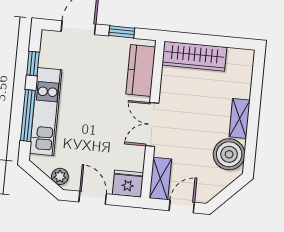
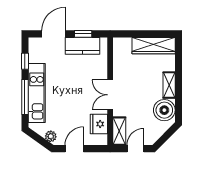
wardrobe: (194, 56) -> (154, 46), moved
kitchen counter: (141, 70) -> (83, 46), moved, turned -90
fridge: (128, 184) -> (99, 124), moved, turned -90
door: (93, 198) -> (74, 149), hinge flipped

